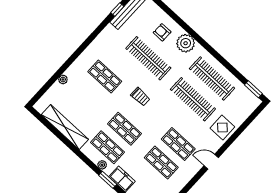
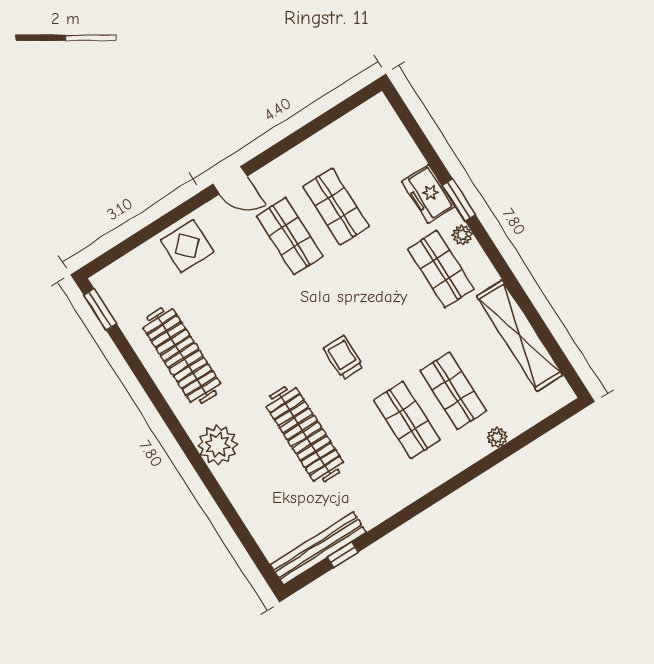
armchair: (162, 32) -> (261, 481), removed
clothes rail: (193, 99) -> (234, 323), removed
shop shelf: (125, 129) -> (453, 391), moved

